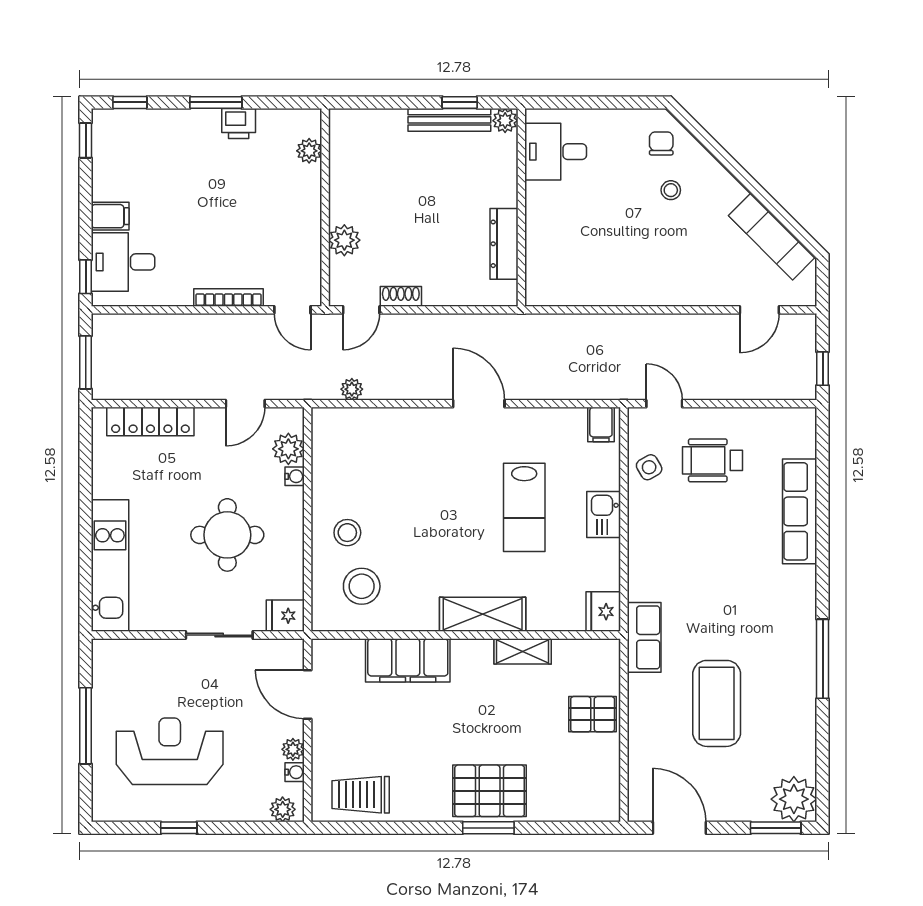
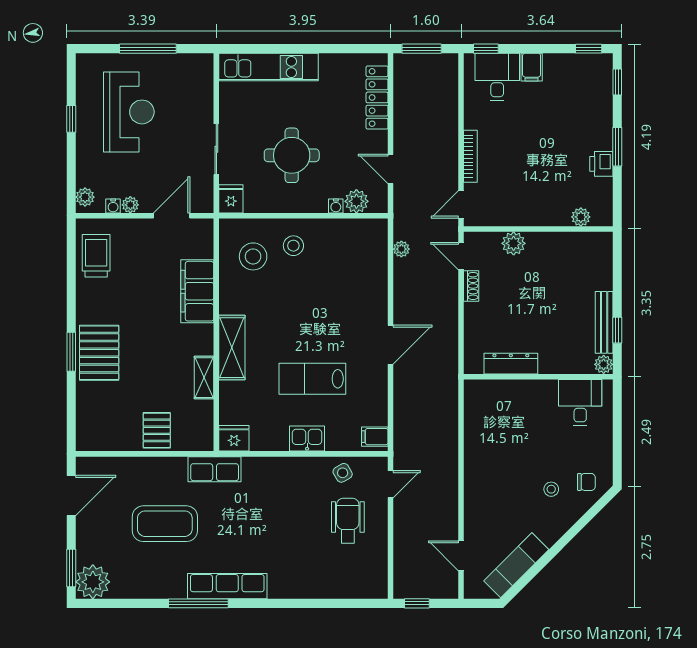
row of seats: (800, 511) -> (227, 586), moved

